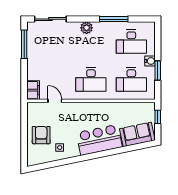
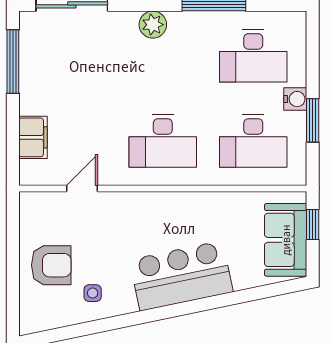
filing cabinet: (33, 90) -> (33, 137), moved
door: (55, 101) -> (82, 188), hinge flipped
sofa: (137, 134) -> (286, 240), moved, turned -78
armchair: (41, 135) -> (51, 265), turned 90

